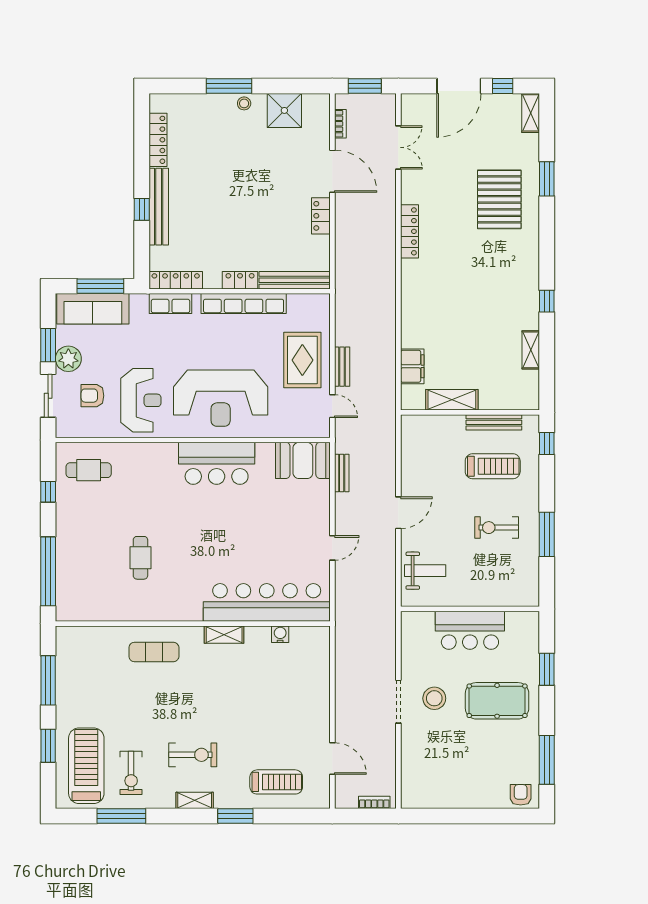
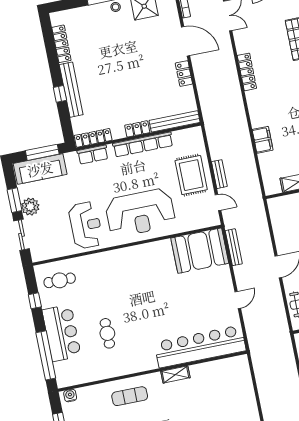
filing cabinet: (412, 366) -> (263, 140), moved
armchair: (92, 396) -> (52, 229), removed
booth: (303, 460) -> (200, 251), width x1.36, depth x1.42
bar counter: (217, 463) -> (62, 333), moved, turned -90
bench: (342, 473) -> (234, 247), width x1.36
water cooler: (280, 634) -> (70, 395), moved

